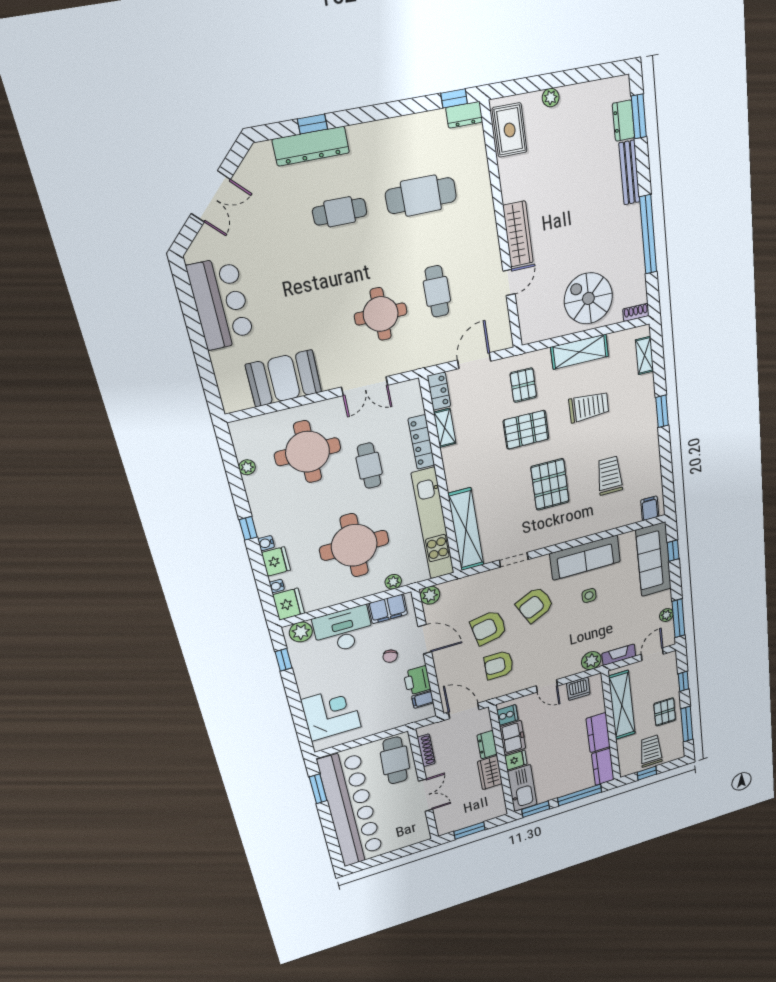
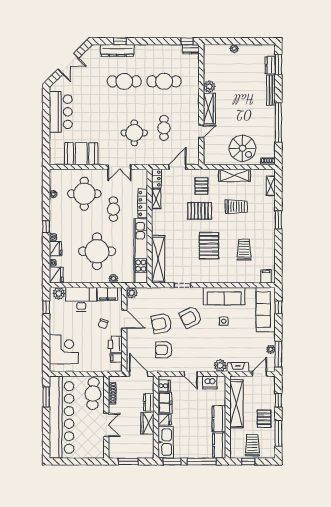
rug: (510, 130) -> (212, 60), removed
plant: (512, 189) -> (209, 86), added
cafe table: (340, 212) -> (124, 81), width x1.37, depth x1.35
spiral stairs: (588, 298) -> (242, 148), turned 180

